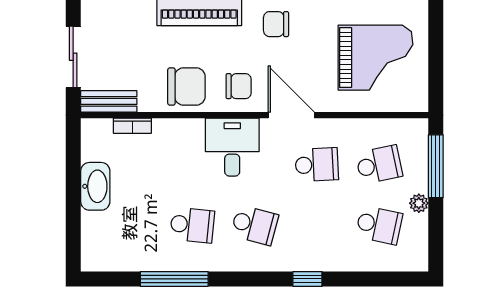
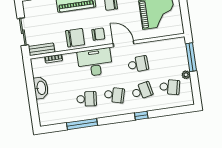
desk: (232, 147) -> (95, 62), width x1.37
school desk: (379, 165) -> (142, 91), moved

